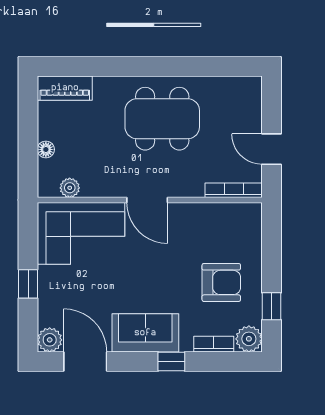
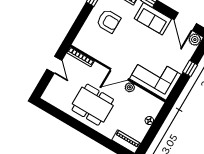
plant: (70, 188) -> (130, 87), moved
door: (147, 200) -> (119, 74), swing flipped
armchair: (221, 282) -> (108, 21), turned 180

